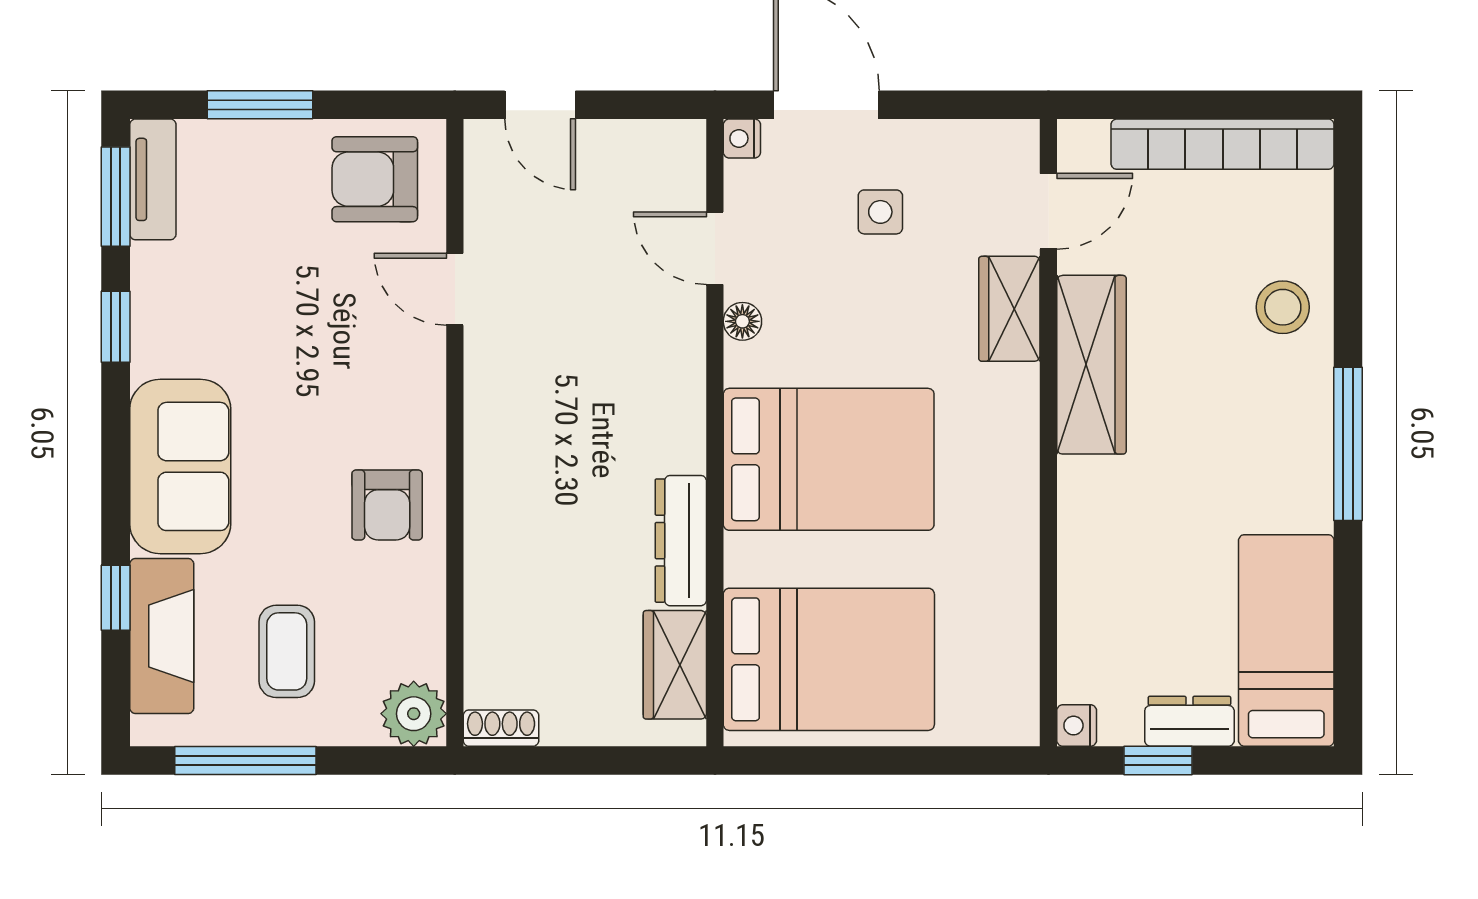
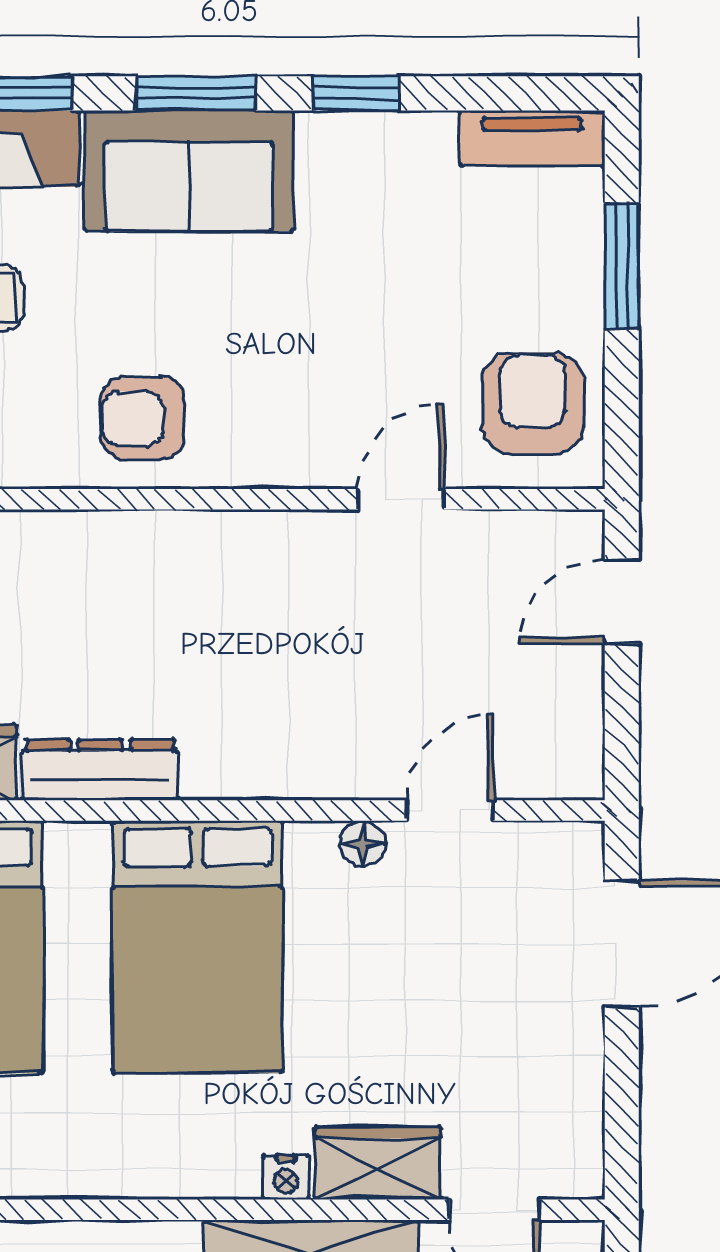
nightstand: (742, 138) -> (286, 1177), moved, turned 180
window: (116, 197) -> (196, 93), moved
side table: (880, 212) -> (494, 1009), removed

